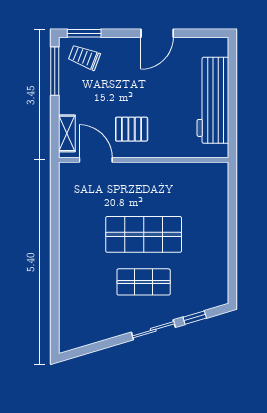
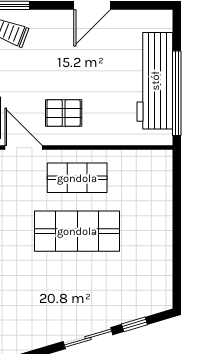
window: (232, 112) -> (177, 93), added
shop shelf: (144, 282) -> (77, 178), moved

